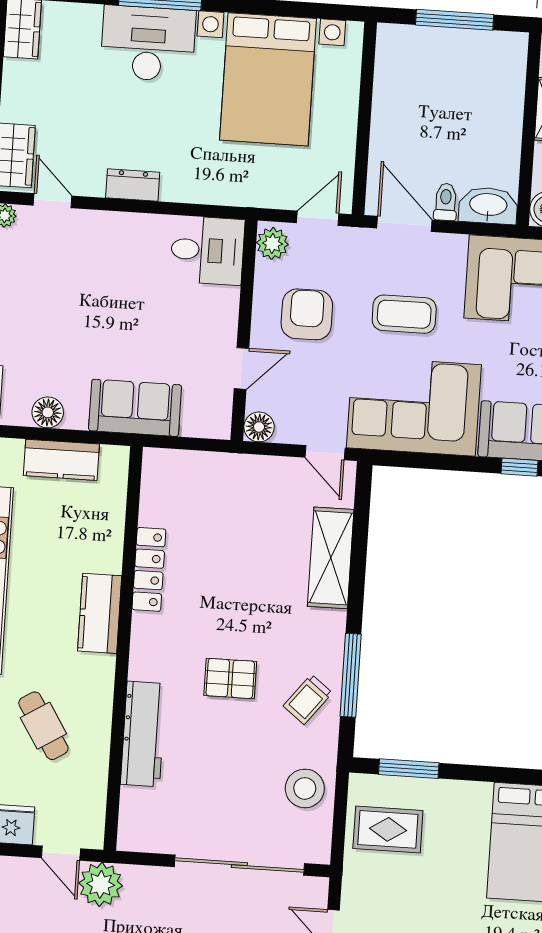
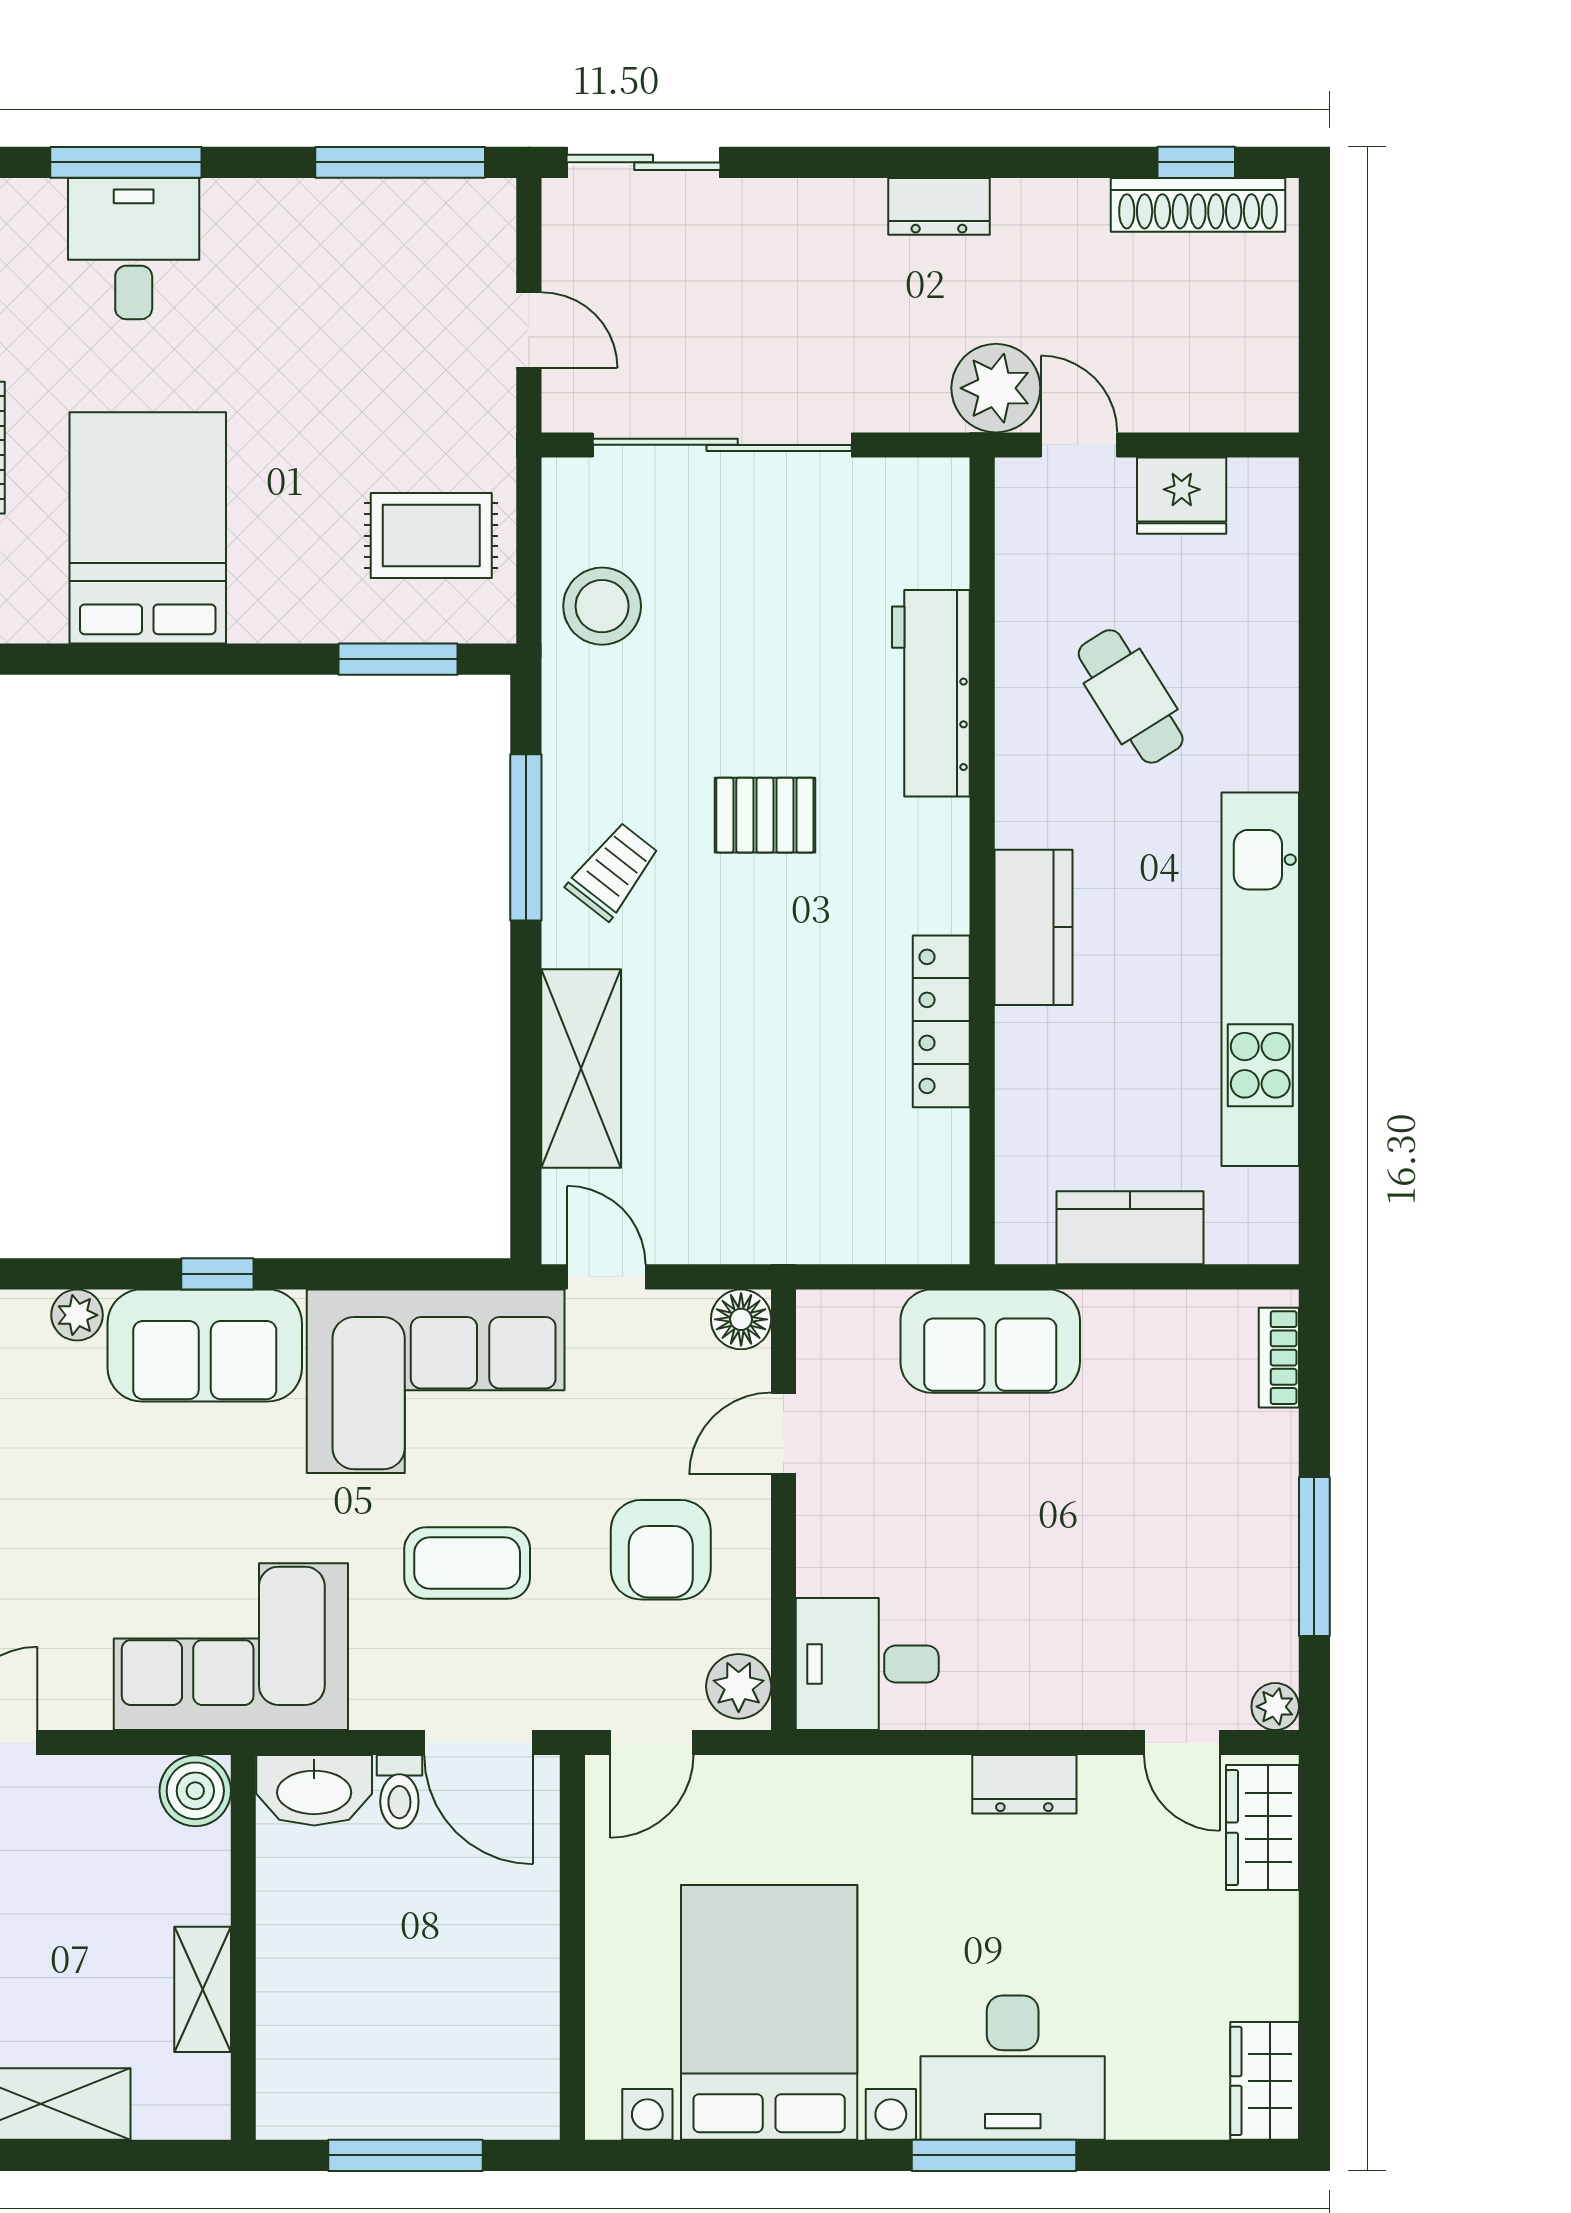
floor lamp: (48, 412) -> (1163, 1320), removed
trolley: (308, 699) -> (613, 871), moved

